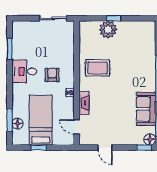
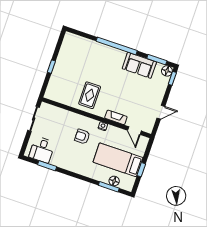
plant: (108, 30) -> (59, 75), removed
desk: (24, 71) -> (42, 150), moved
door: (77, 127) -> (134, 131), hinge flipped

